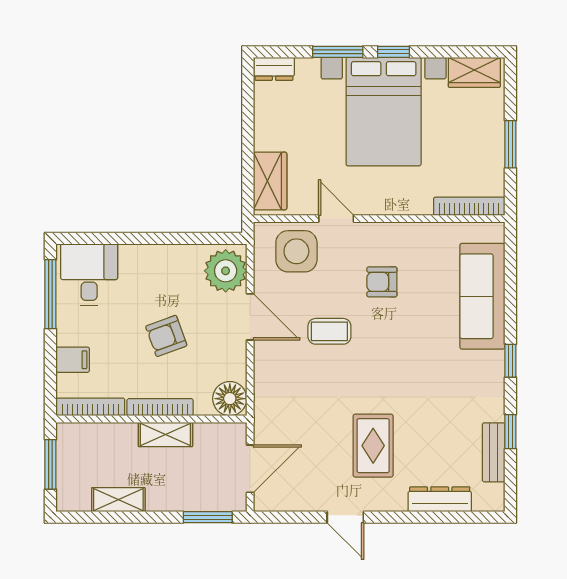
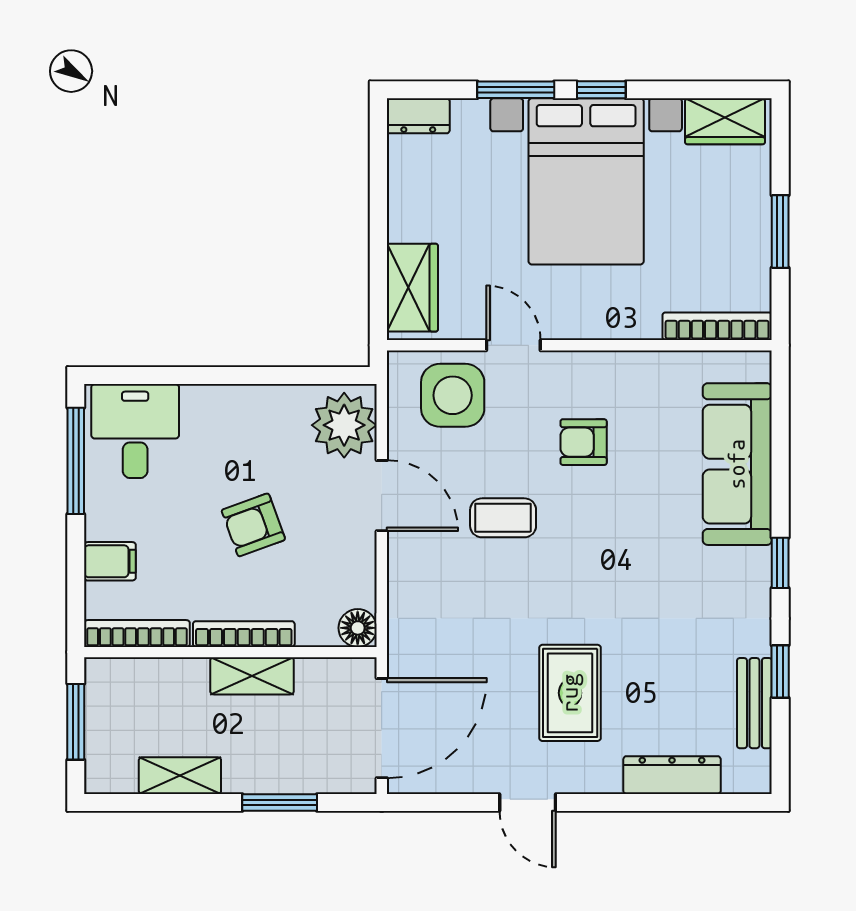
floor lamp: (230, 399) -> (358, 628), width x0.73, depth x0.73
door: (250, 469) -> (382, 728), width x1.36
window: (208, 517) -> (280, 802), moved

